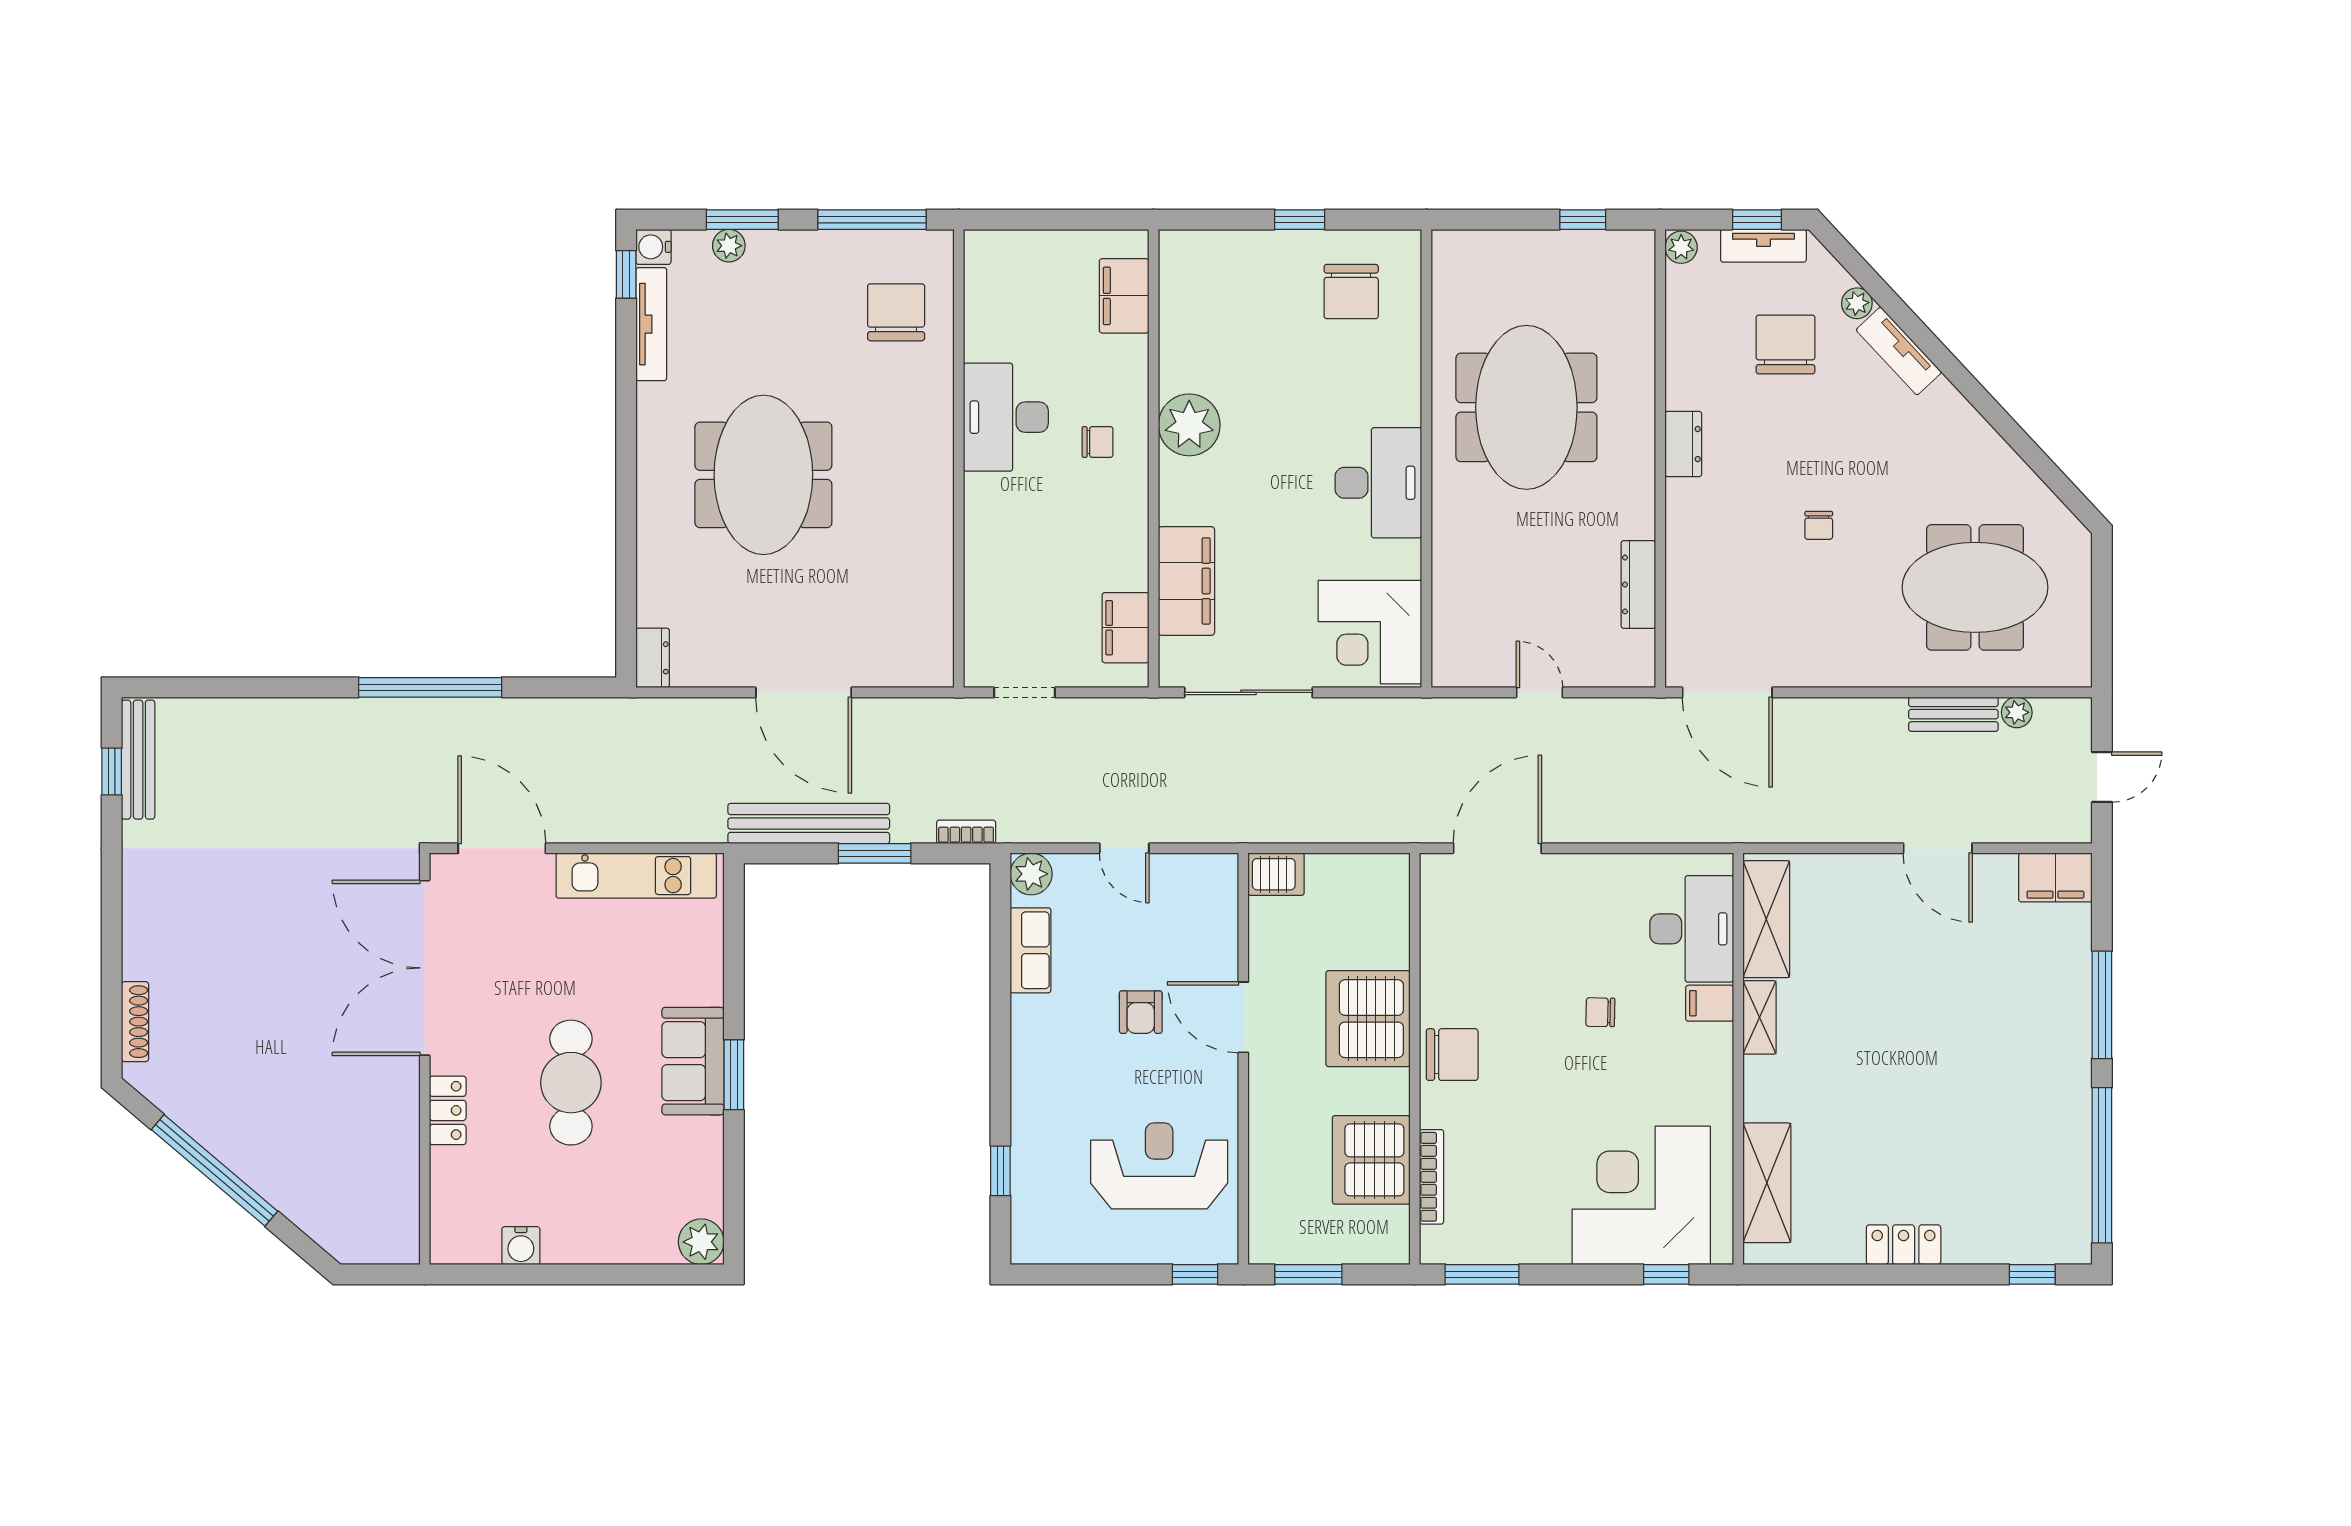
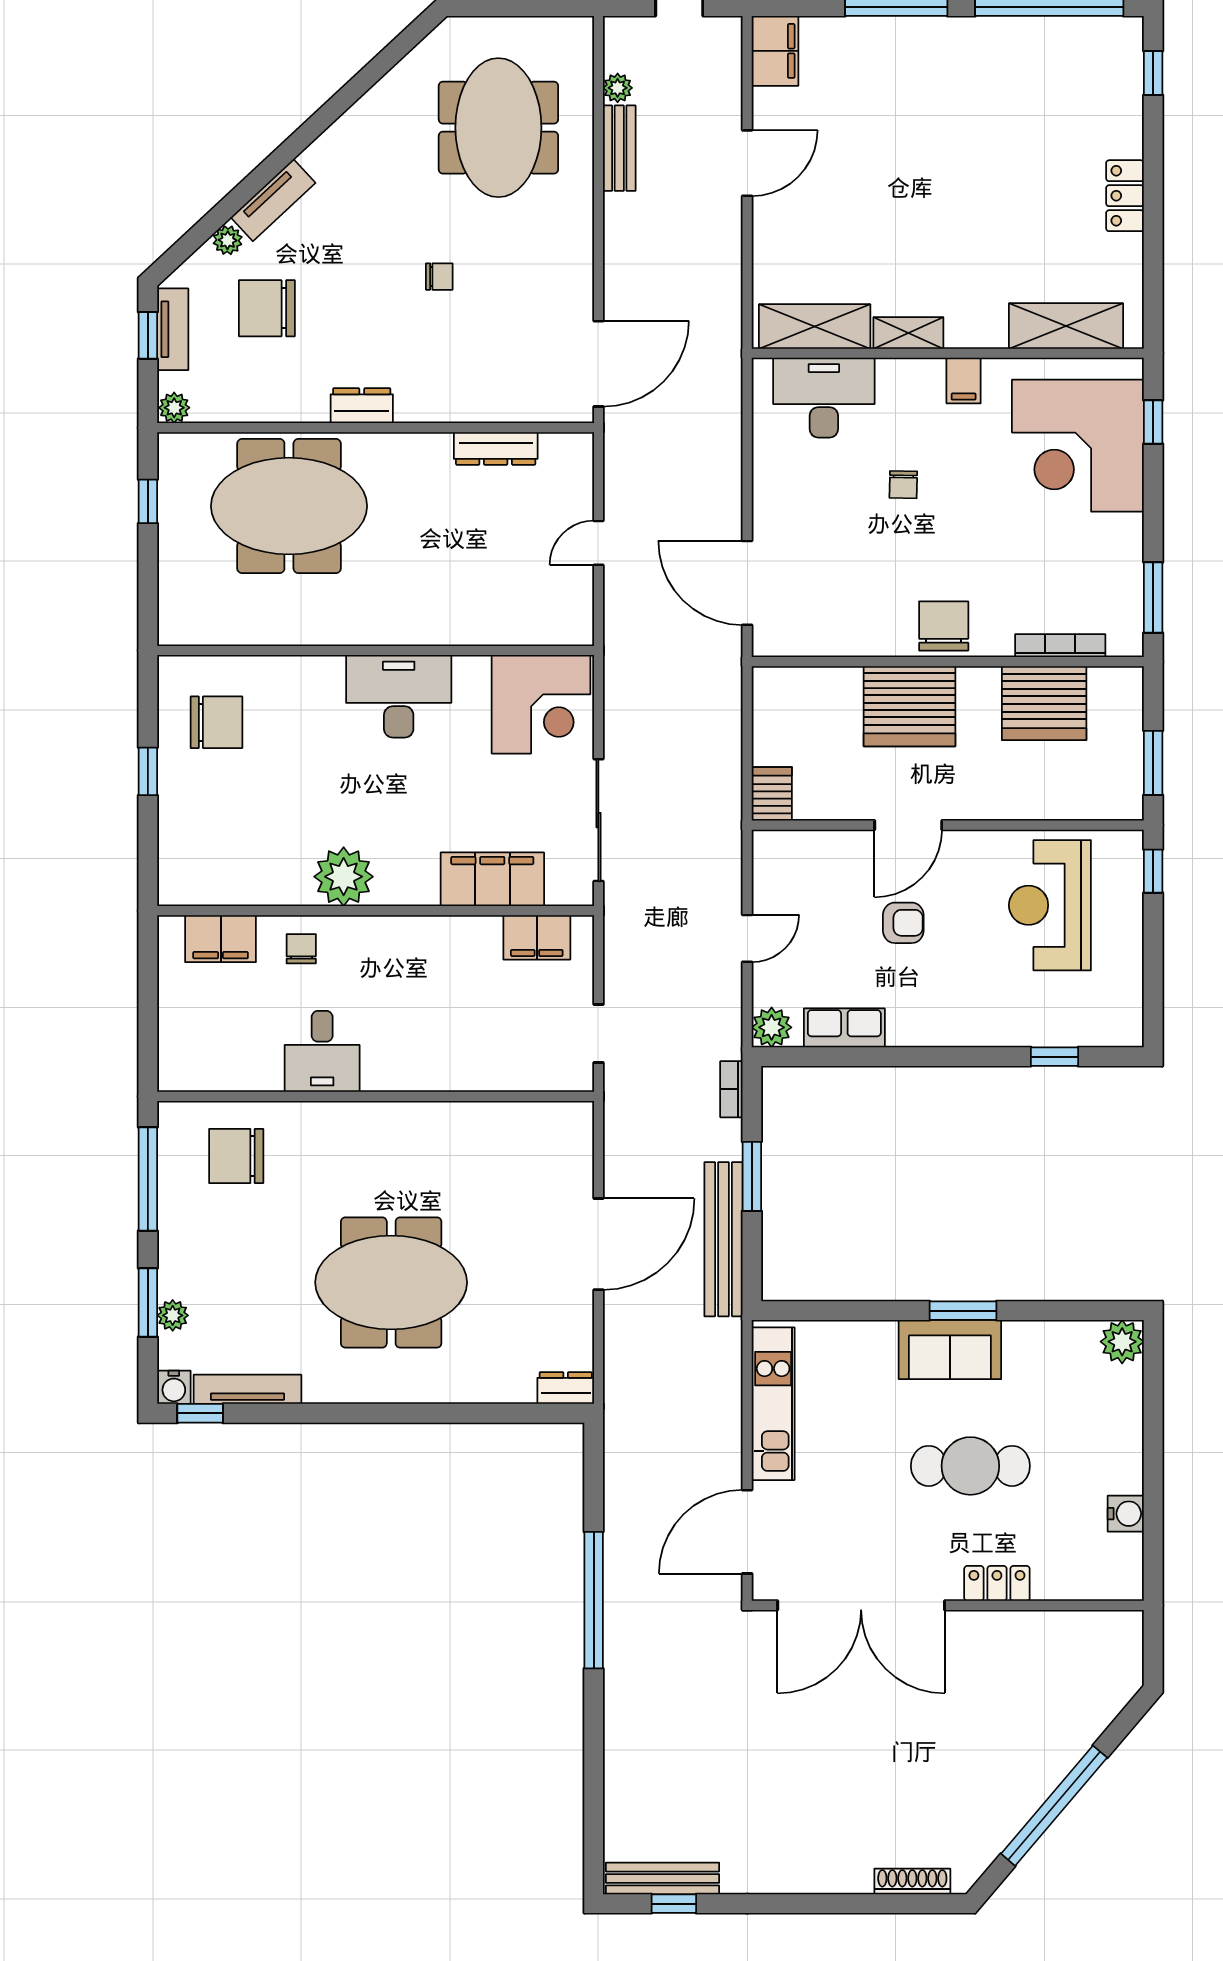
meeting table: (1526, 407) -> (289, 506), moved
desk: (1006, 417) -> (322, 1051), width x0.73
chair: (1098, 442) -> (301, 949), moved
filing cabinet: (1710, 1003) -> (964, 381), moved

